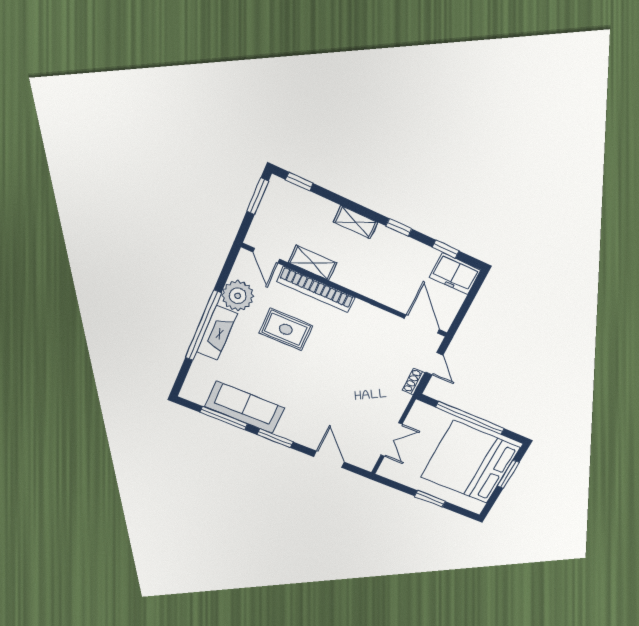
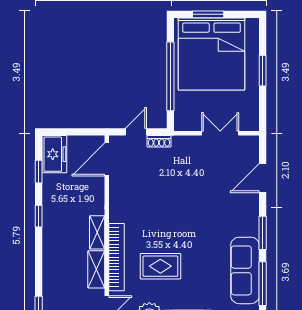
shelving: (356, 222) -> (97, 232), moved
rug: (286, 329) -> (160, 266), turned 90

